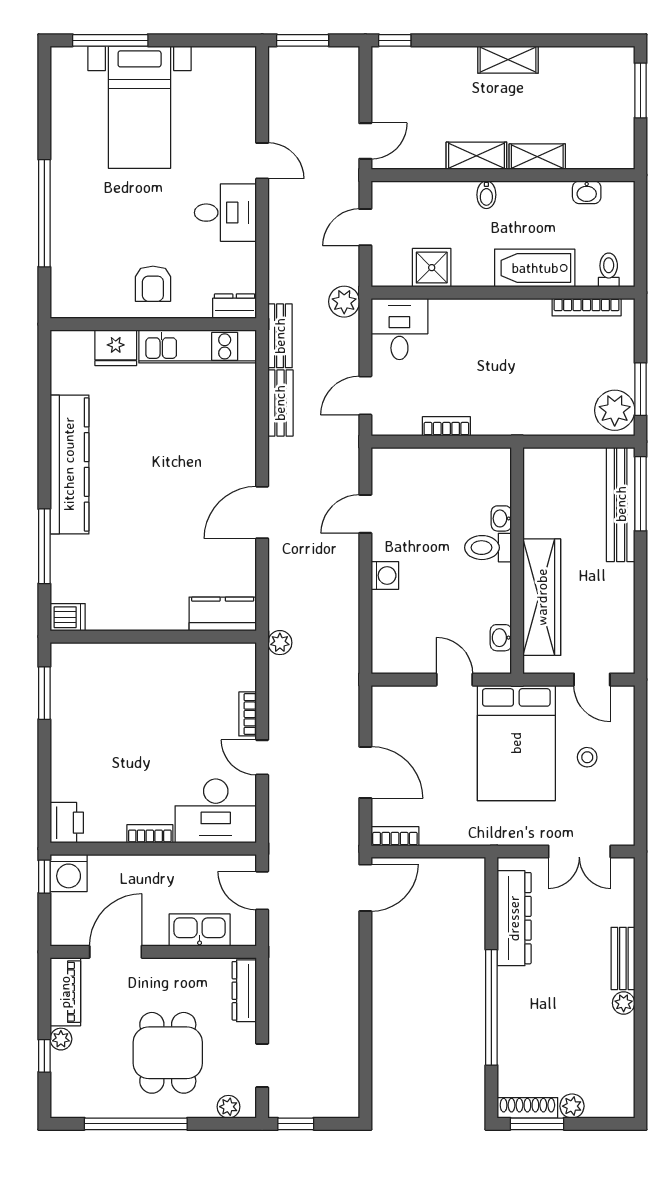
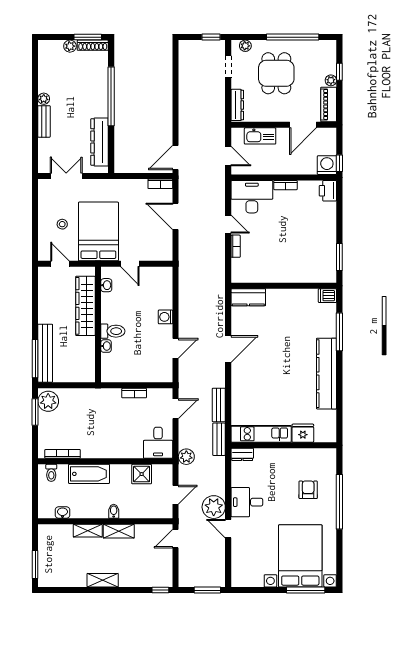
bed with nightstands: (140, 107) -> (300, 556), width x1.36
armchair: (153, 284) -> (308, 490), moved
plant: (280, 643) -> (214, 507), moved, width x1.88, depth x1.88

